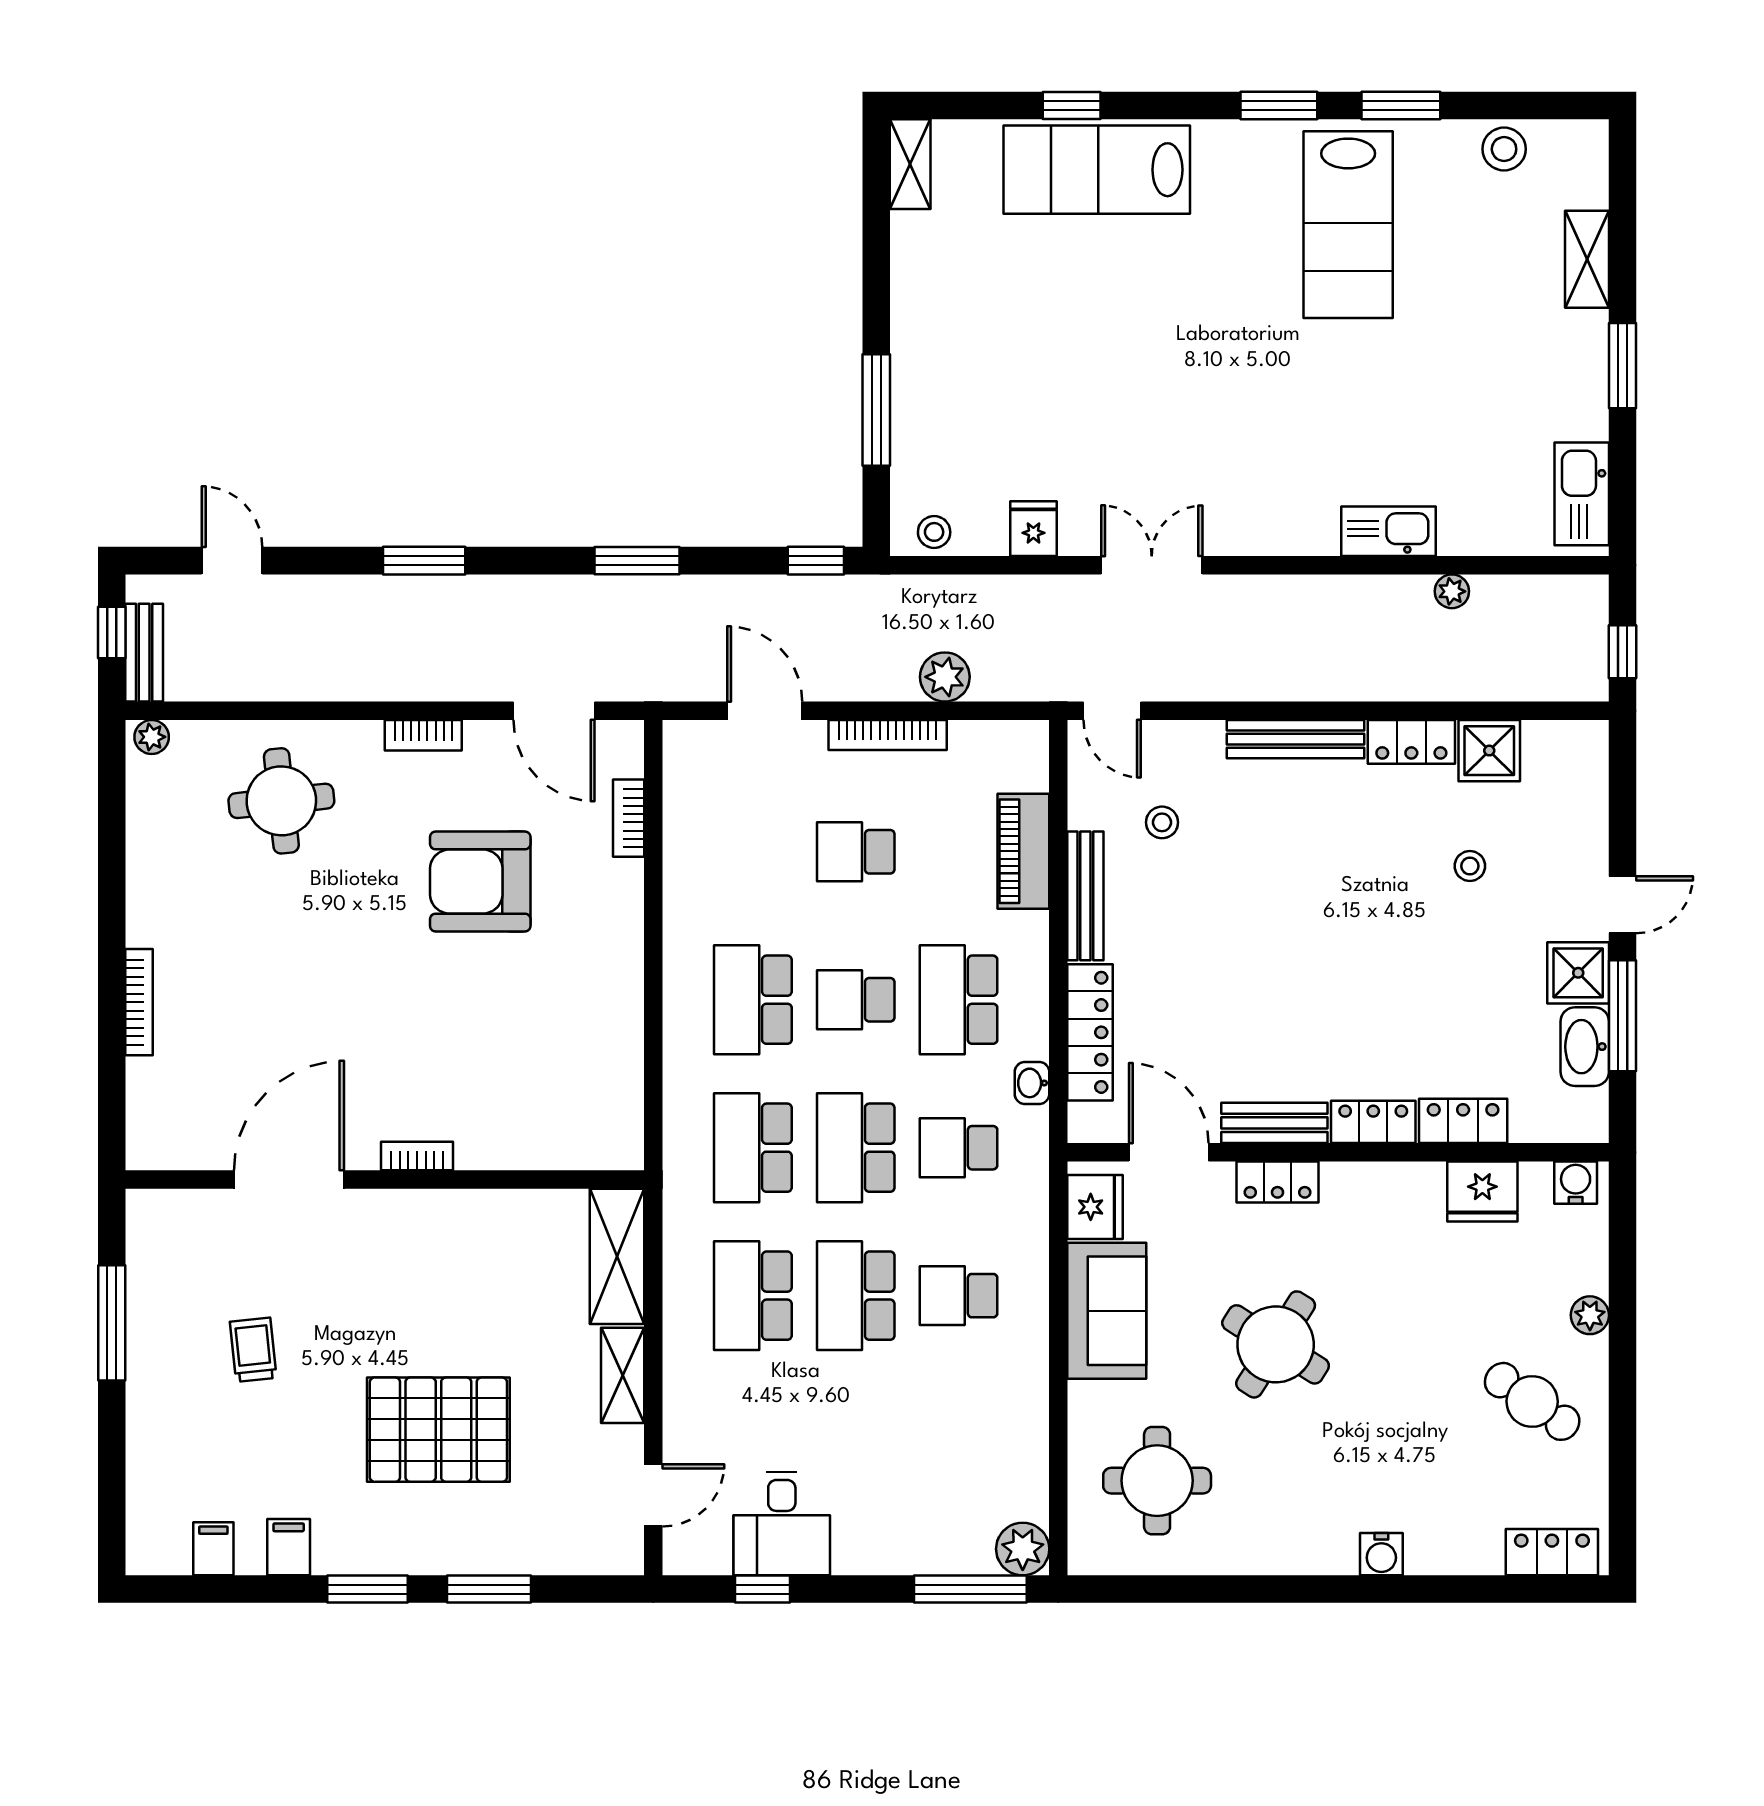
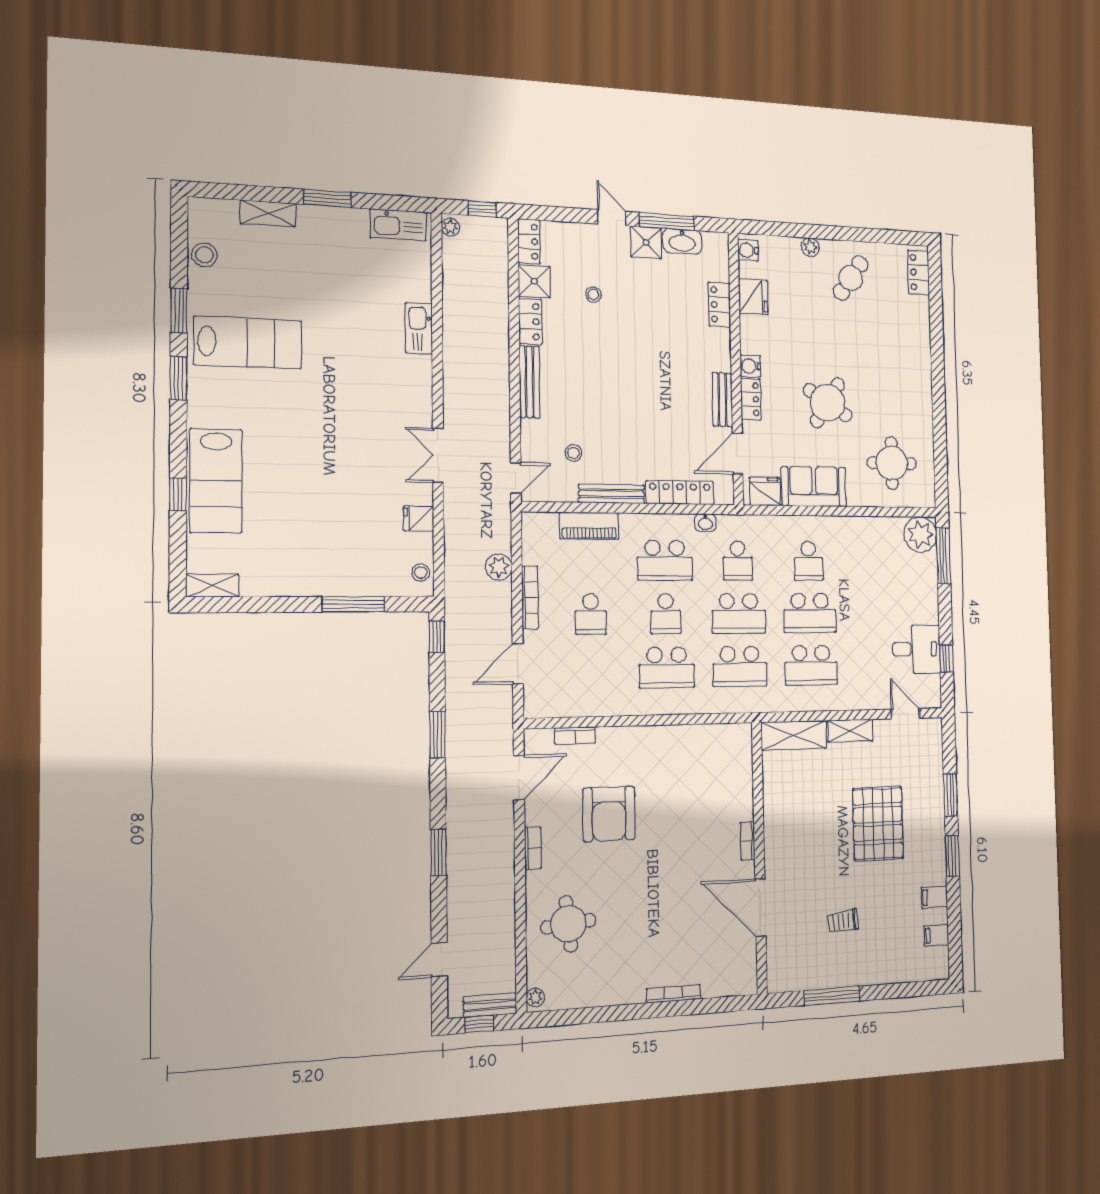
plant: (1452, 591) -> (450, 227), moved
locker: (1373, 1122) -> (529, 241), moved, turned 180
plant: (1023, 1549) -> (920, 534), width x1.36, depth x1.36
water cooler: (1381, 1554) -> (750, 366), moved, turned 180

